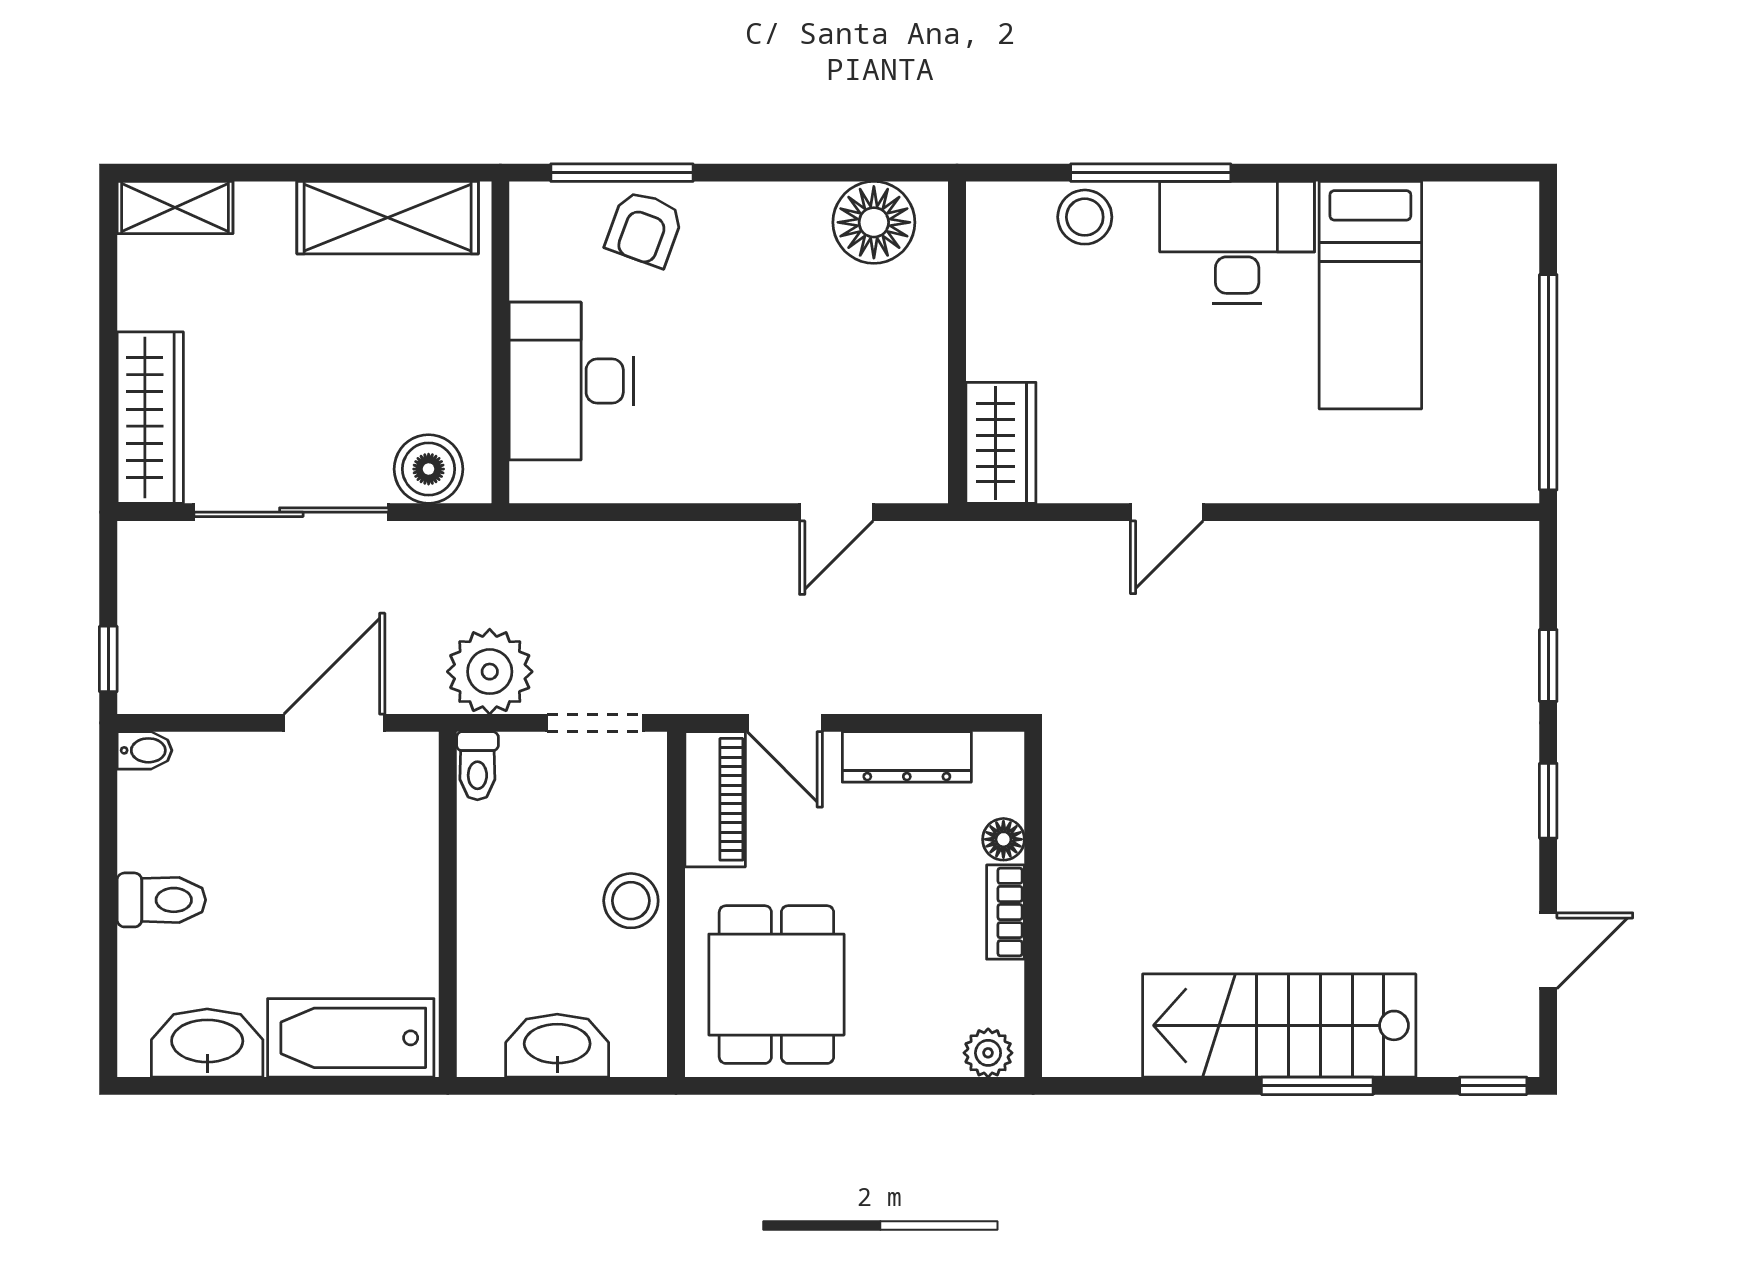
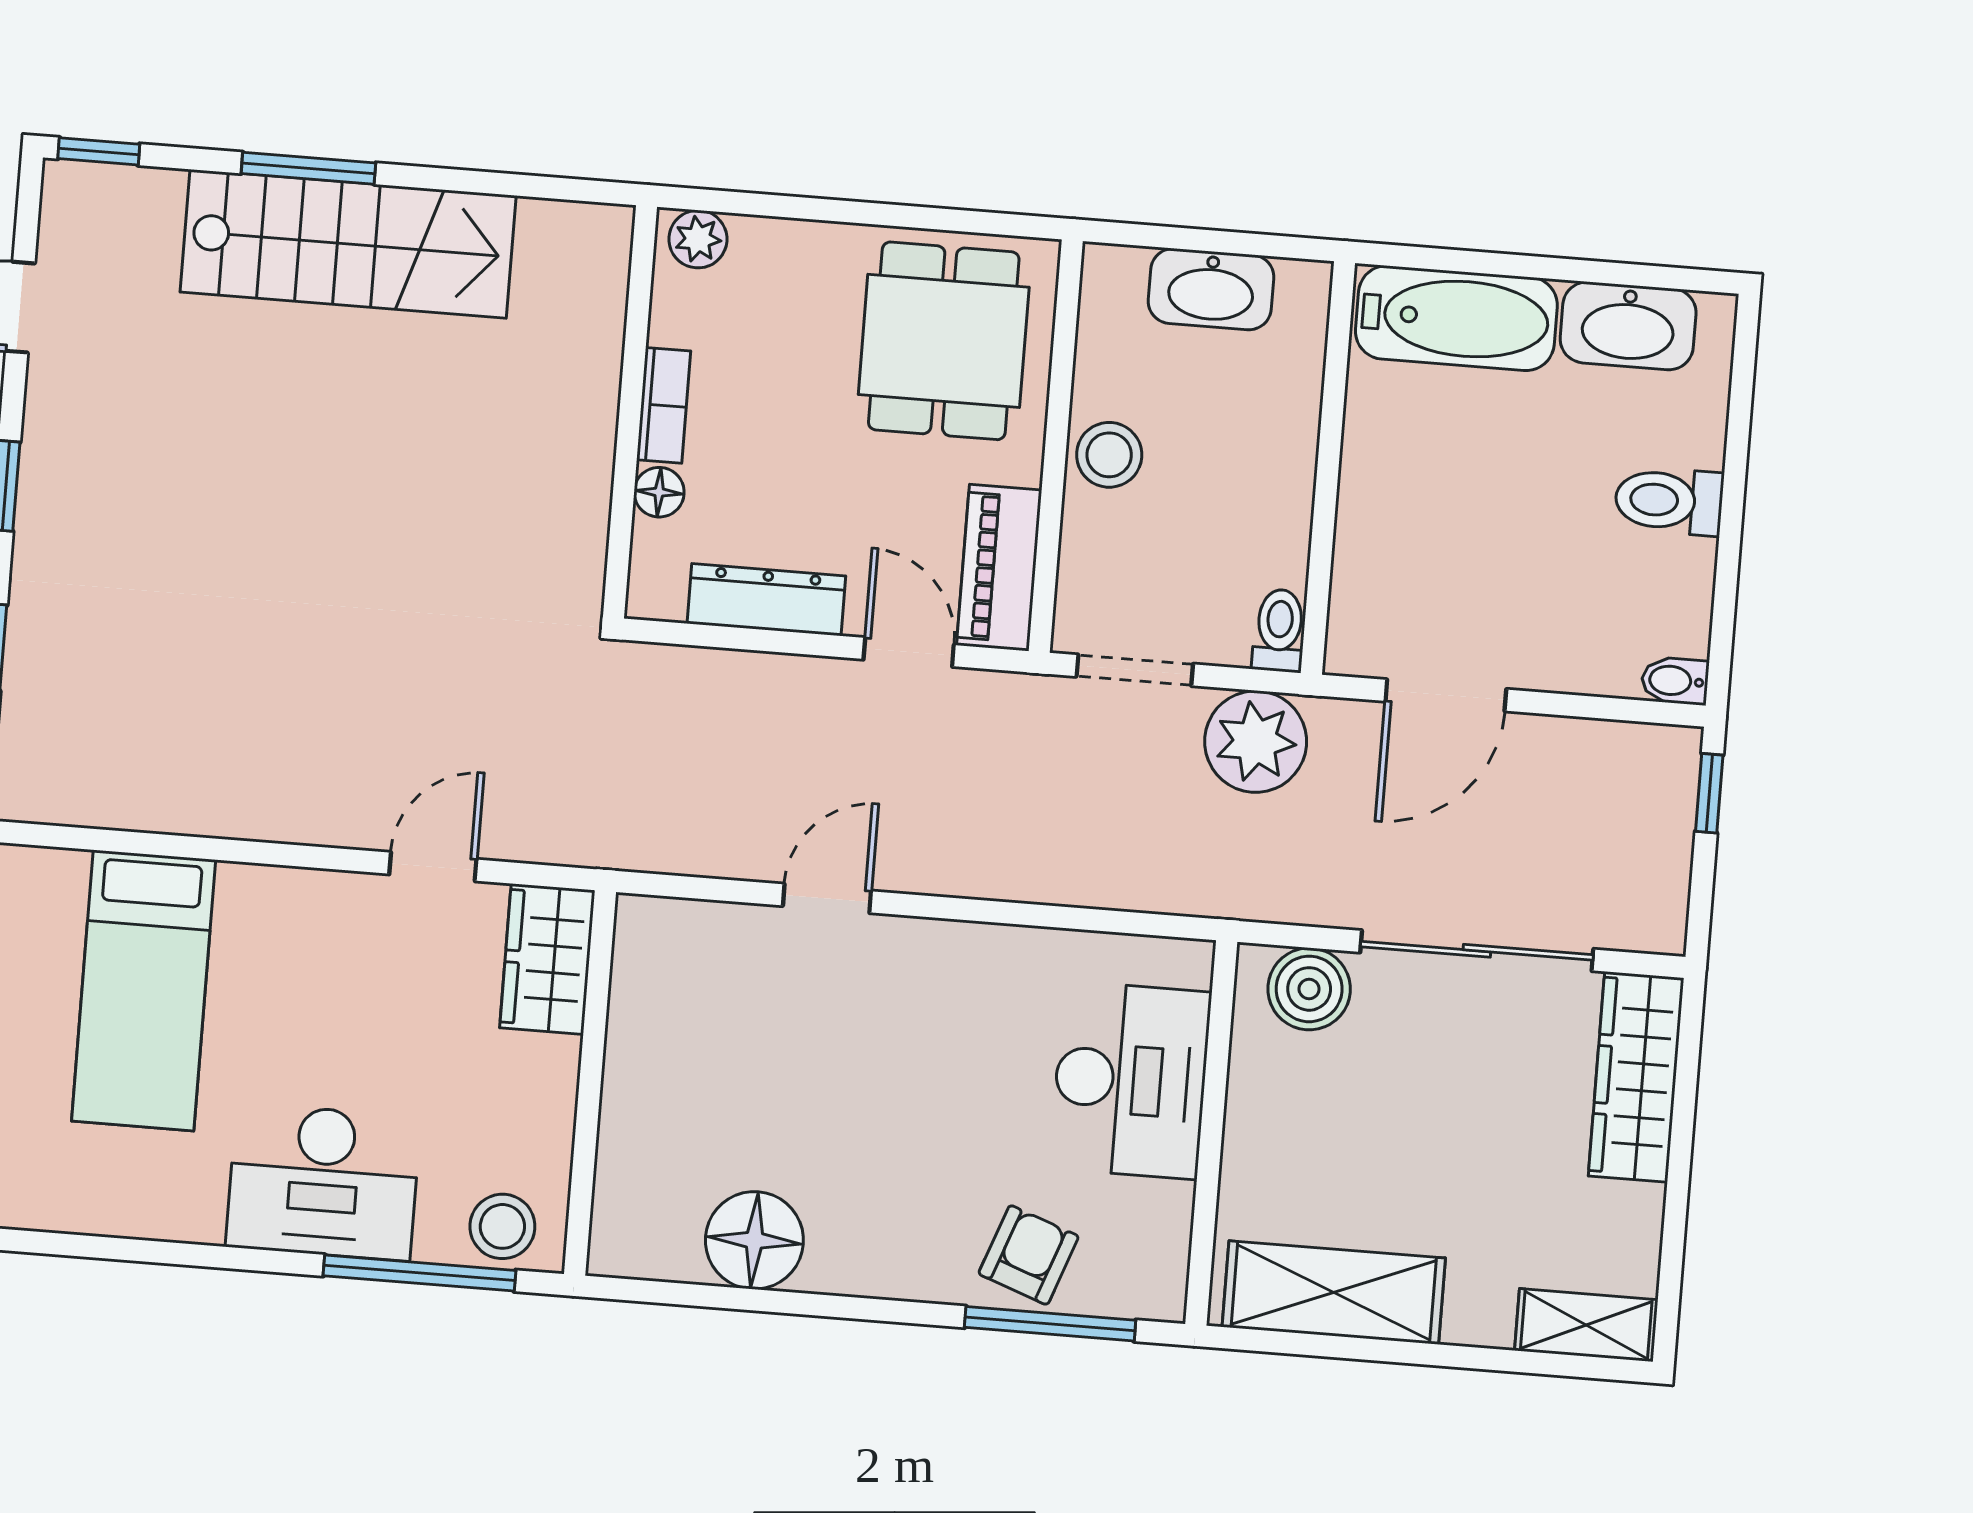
bed: (1370, 295) -> (144, 990), moved, turned 180
wall: (957, 342) -> (590, 1083), moved
wardrobe: (1001, 443) -> (547, 959), moved

